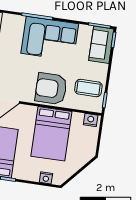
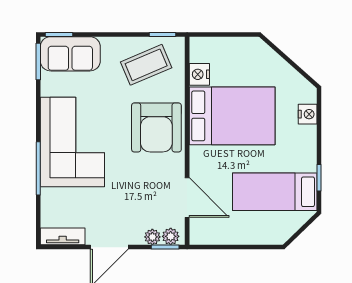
coffee table: (88, 88) -> (146, 65), turned 67
nightstand: (91, 120) -> (199, 74), moved

